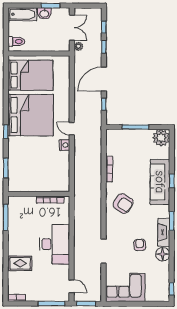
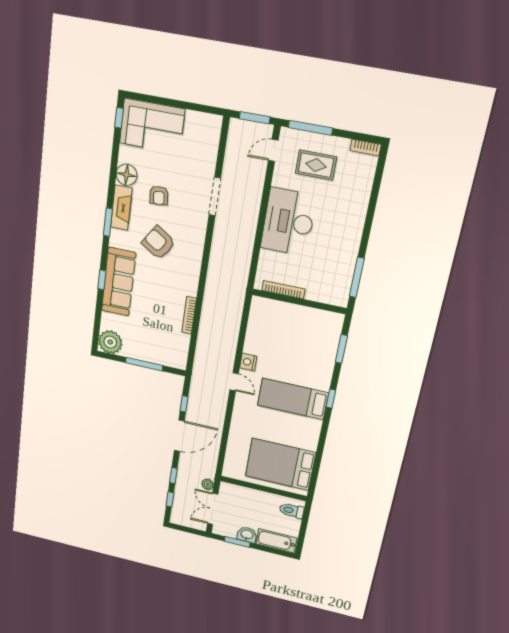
bed: (31, 115) -> (293, 399), width x0.49
armchair: (123, 204) -> (158, 243), moved
rug: (20, 263) -> (316, 165), moved
door: (72, 286) -> (273, 150), hinge flipped
corner sofa: (125, 287) -> (152, 126), moved

